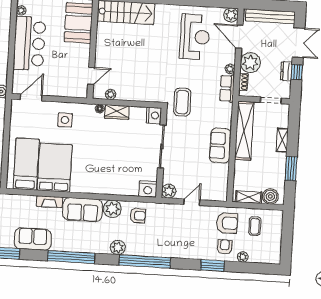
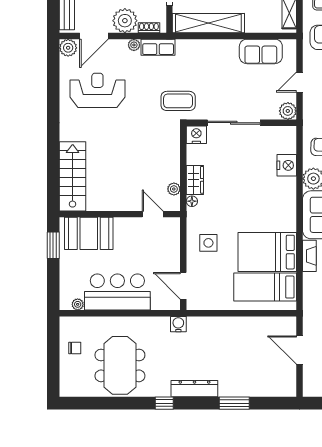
sofa: (220, 146) -> (261, 51), moved
nightstand: (148, 189) -> (287, 165), moved
door: (192, 202) -> (300, 82), hinge flipped

